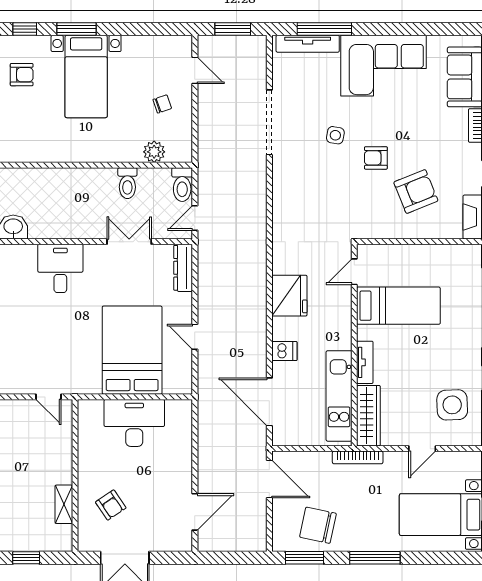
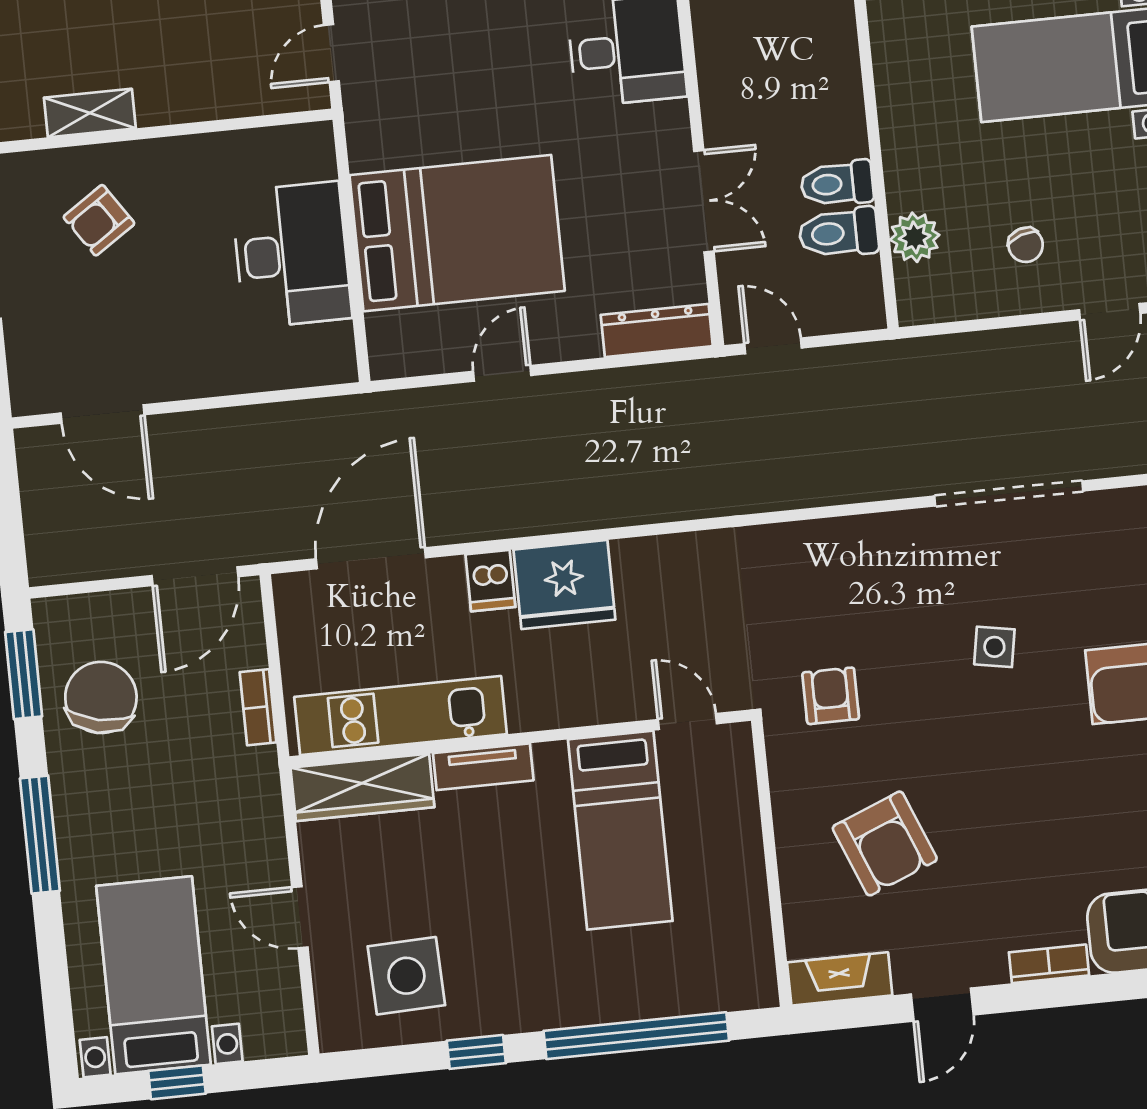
armchair: (376, 158) -> (831, 696), moved
toilet: (182, 185) -> (839, 233), moved
fridge: (289, 296) -> (564, 585), moved
bookcase: (358, 457) -> (258, 707), moved, width x0.64

